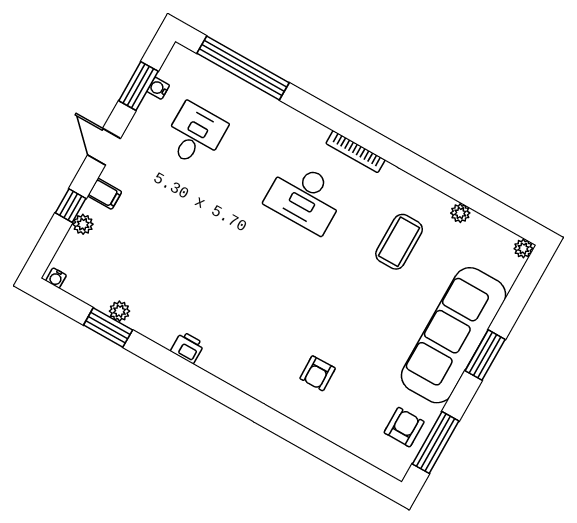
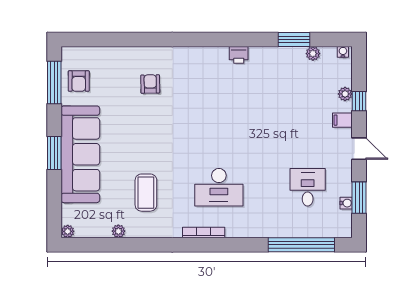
desk: (195, 135) -> (308, 187), turned 180
desk: (305, 197) -> (219, 187), turned 180
plant: (119, 311) -> (313, 54), moved

